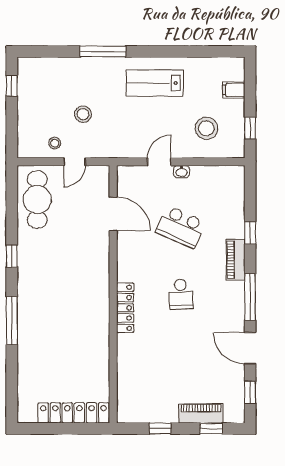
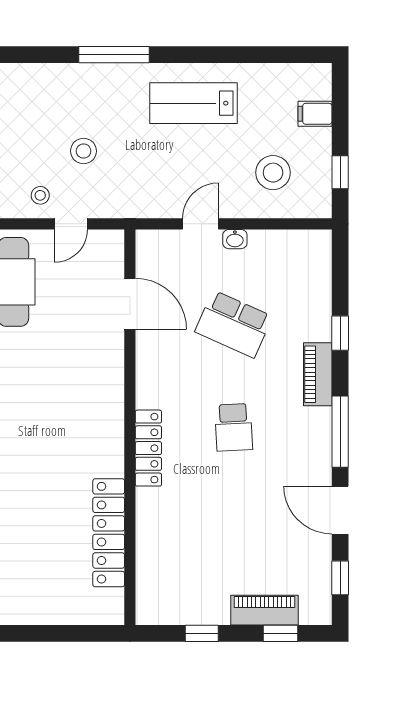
locker: (73, 413) -> (109, 533), moved, turned -90

